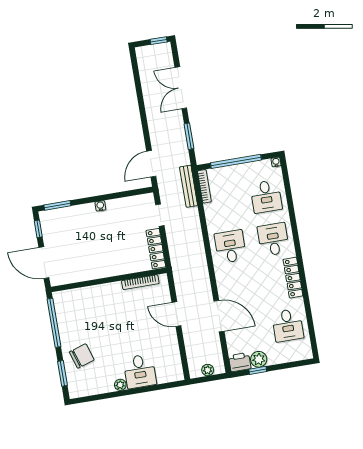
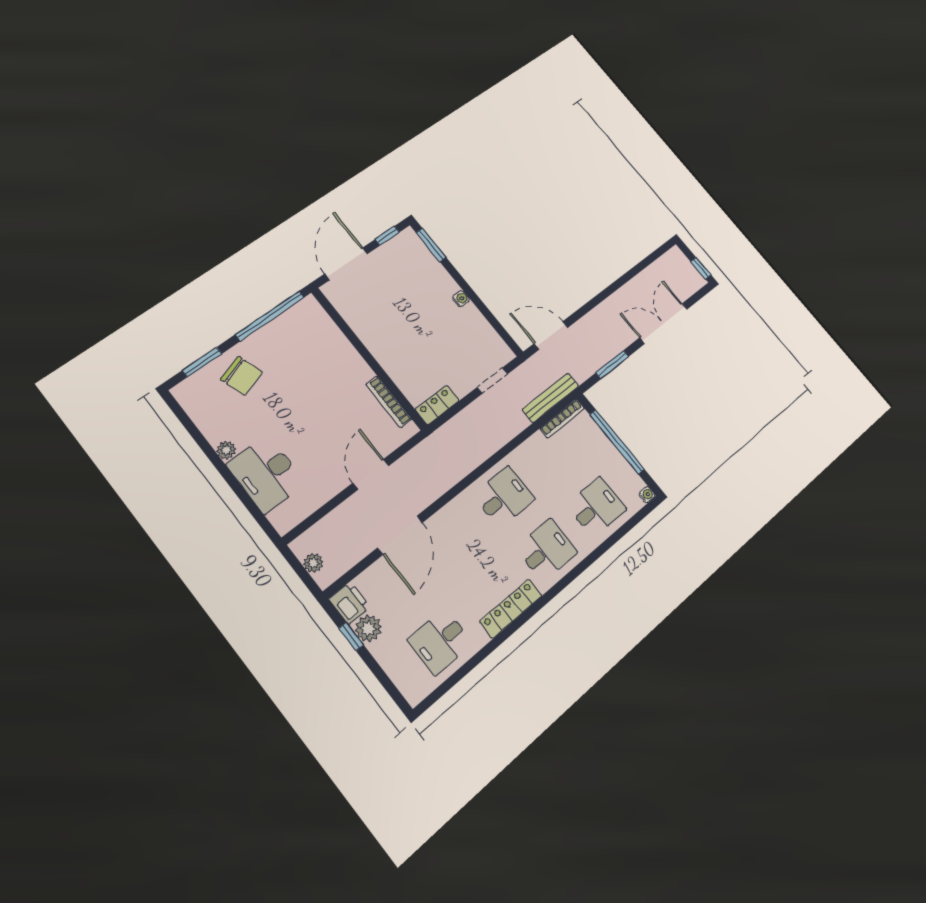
desk: (266, 197) -> (596, 507), turned 180
locker: (156, 249) -> (437, 405), width x0.66
desk: (140, 371) -> (266, 474), width x1.37

